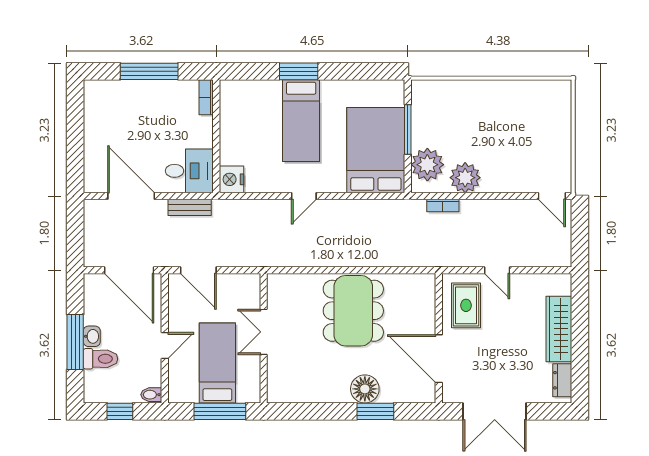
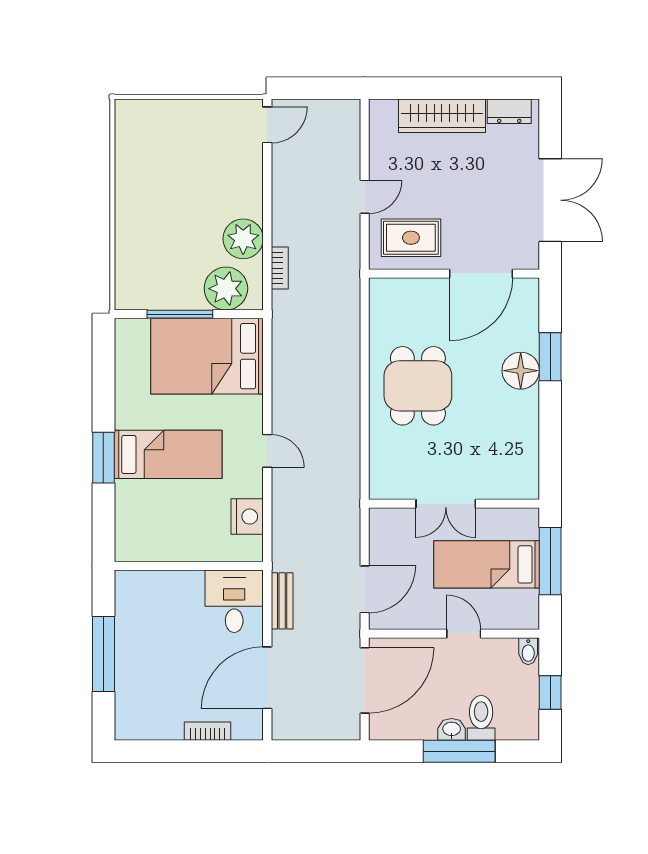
bookcase: (206, 97) -> (208, 731), moved, turned 180
nightstand: (232, 179) -> (247, 517), moved, turned -90
dining table: (353, 311) -> (418, 386), width x0.73

